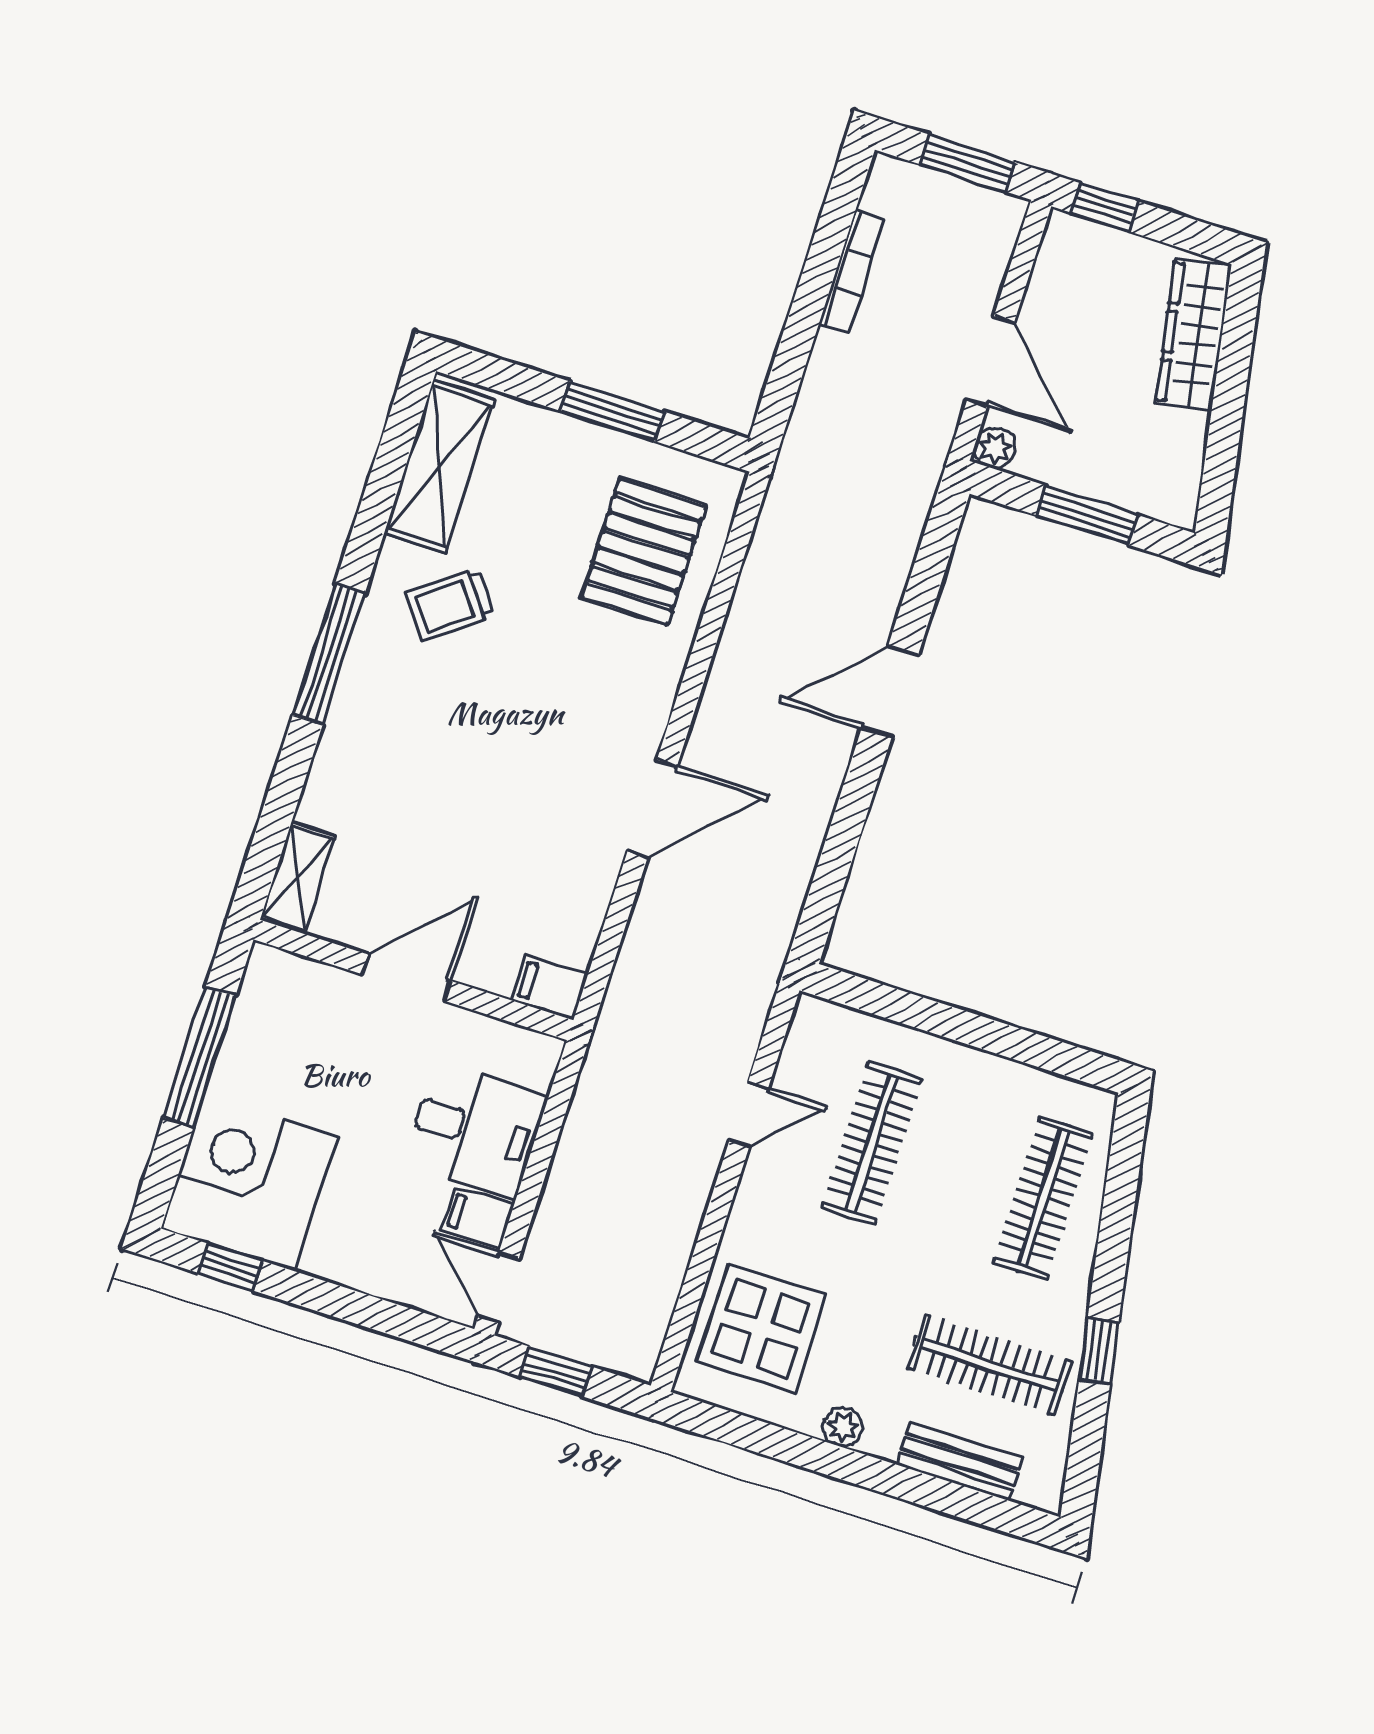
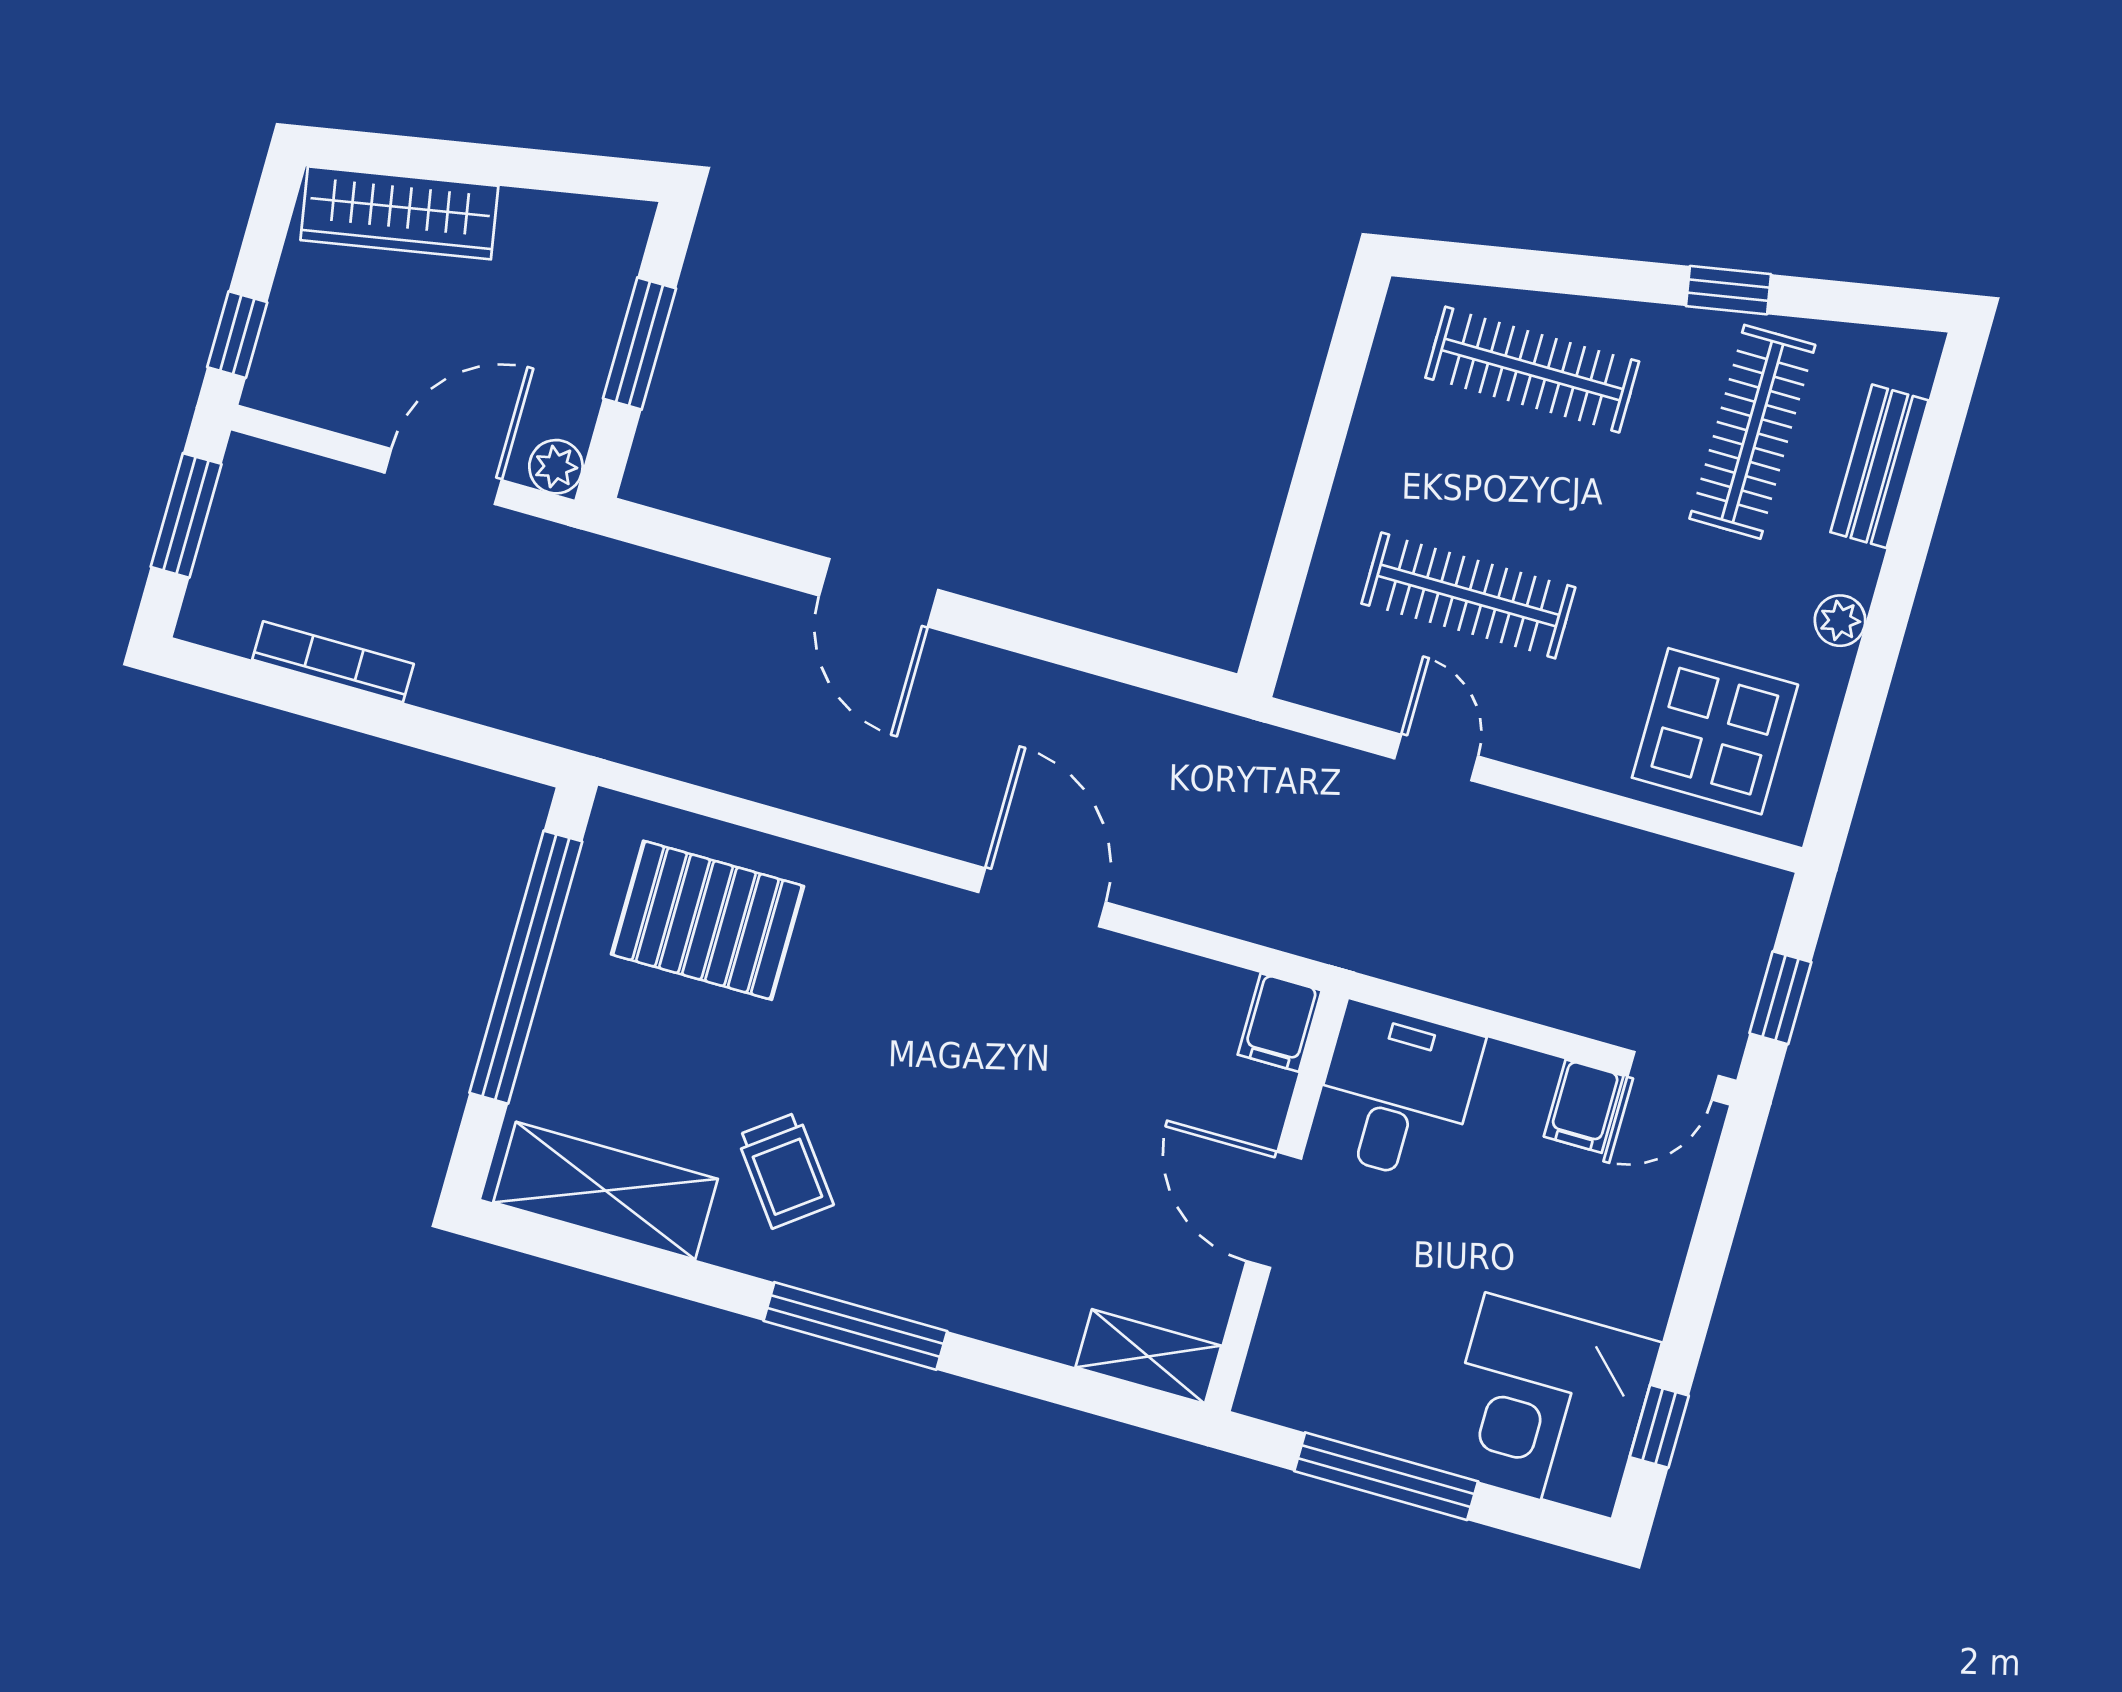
window: (612, 411) -> (526, 967), width x2.11
desk: (475, 1130) -> (1396, 1092), moved

